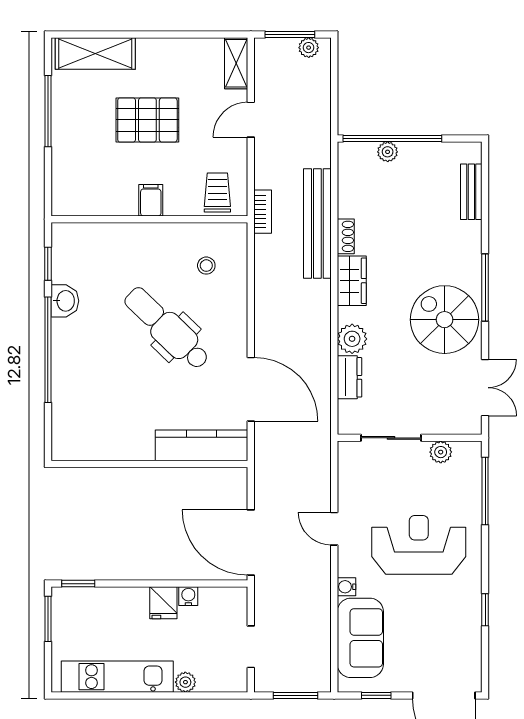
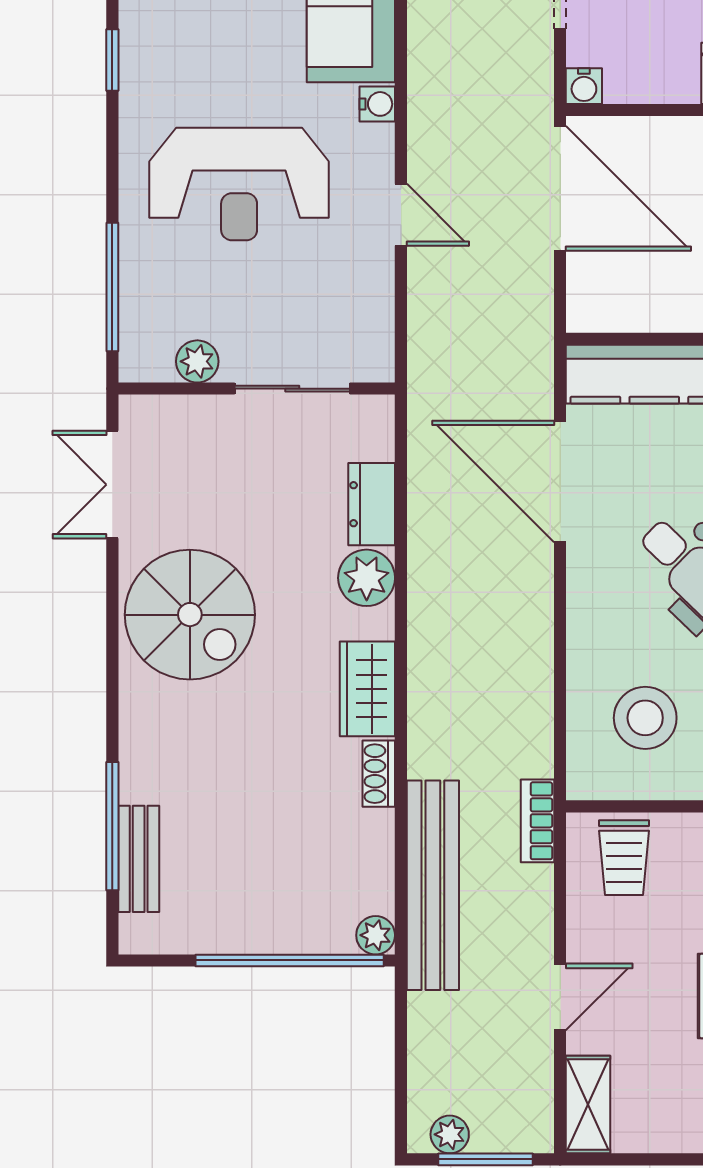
plant: (388, 152) -> (376, 935), moved
bench: (317, 223) -> (433, 885), moved
stool: (206, 266) -> (645, 718), width x1.89, depth x1.89
window: (485, 287) -> (112, 826), moved
water cooler: (188, 596) -> (584, 86), moved

